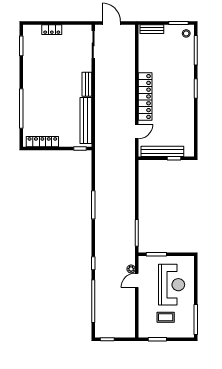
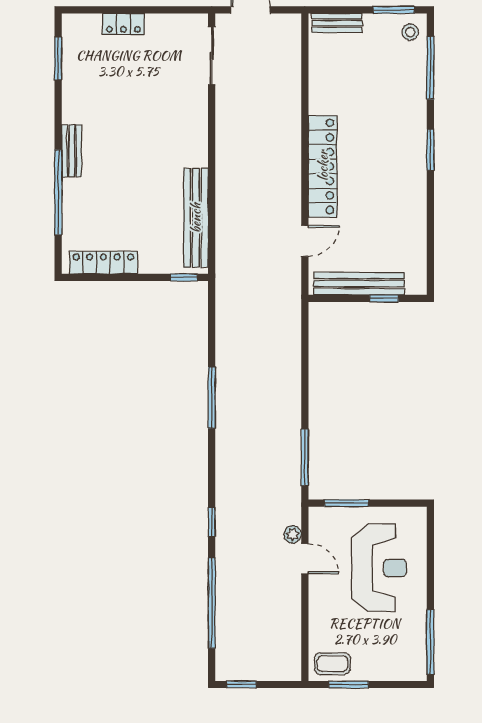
bench: (87, 84) -> (72, 151), moved
door: (137, 280) -> (305, 559), swing flipped
coffee table: (166, 317) -> (332, 664), moved

